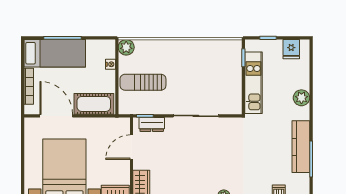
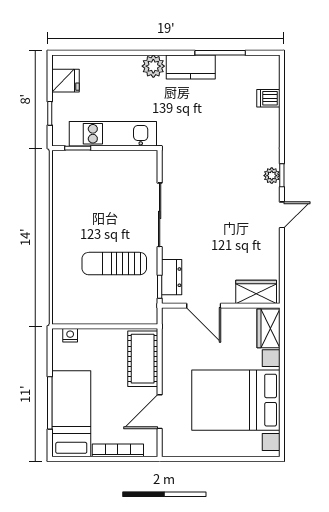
plant: (126, 47) -> (63, 313), removed
nightstand: (110, 64) -> (70, 335), moved
sun lounger: (143, 82) -> (114, 264), moved, turned 90
plant: (301, 98) -> (153, 66), moved
door: (56, 116) -> (160, 412), width x0.73
kitchen counter: (301, 147) -> (191, 67), width x0.67

